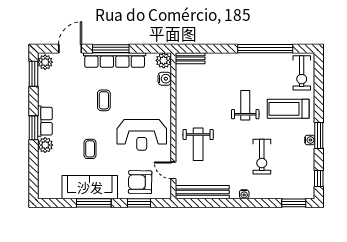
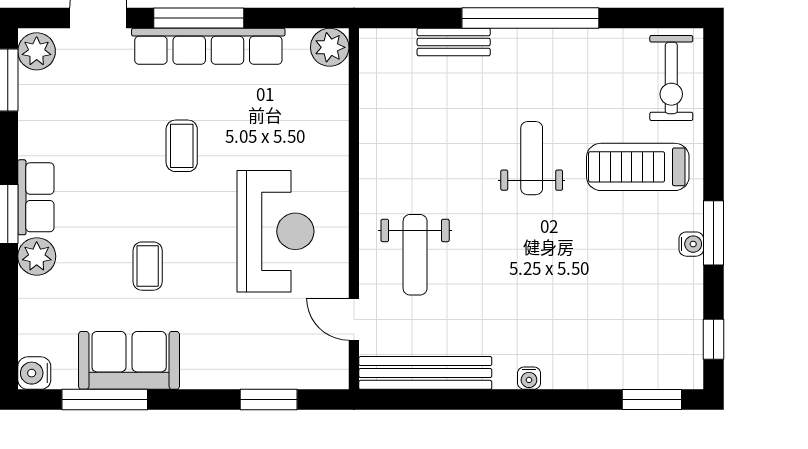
window: (265, 49) -> (530, 18), moved
bench: (190, 58) -> (454, 42), moved
water cooler: (165, 79) -> (34, 373), moved, turned 180
reception desk: (142, 135) -> (275, 231), turned -90
exercise bike: (262, 157) -> (573, 285), removed
armchair: (140, 182) -> (272, 348), removed
sofa: (90, 187) -> (129, 360), width x0.73
window: (94, 203) -> (105, 400), moved

